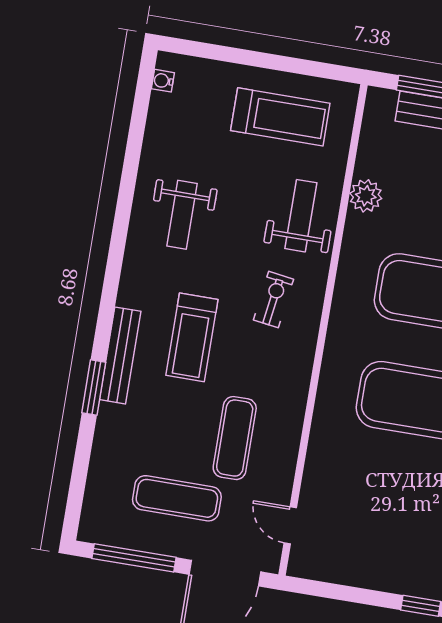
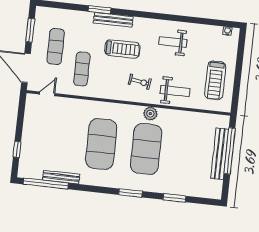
plant: (366, 196) -> (150, 114), moved
treadmill: (192, 337) -> (122, 49), turned 180
exercise mat: (235, 438) -> (82, 69), turned 90
window: (134, 558) -> (30, 30), width x0.69

